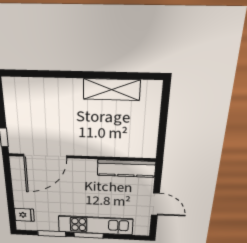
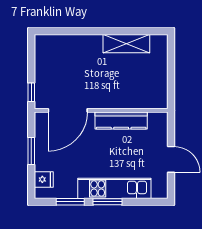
kitchen counter: (126, 168) -> (121, 121), moved
window: (9, 191) -> (31, 151), added

